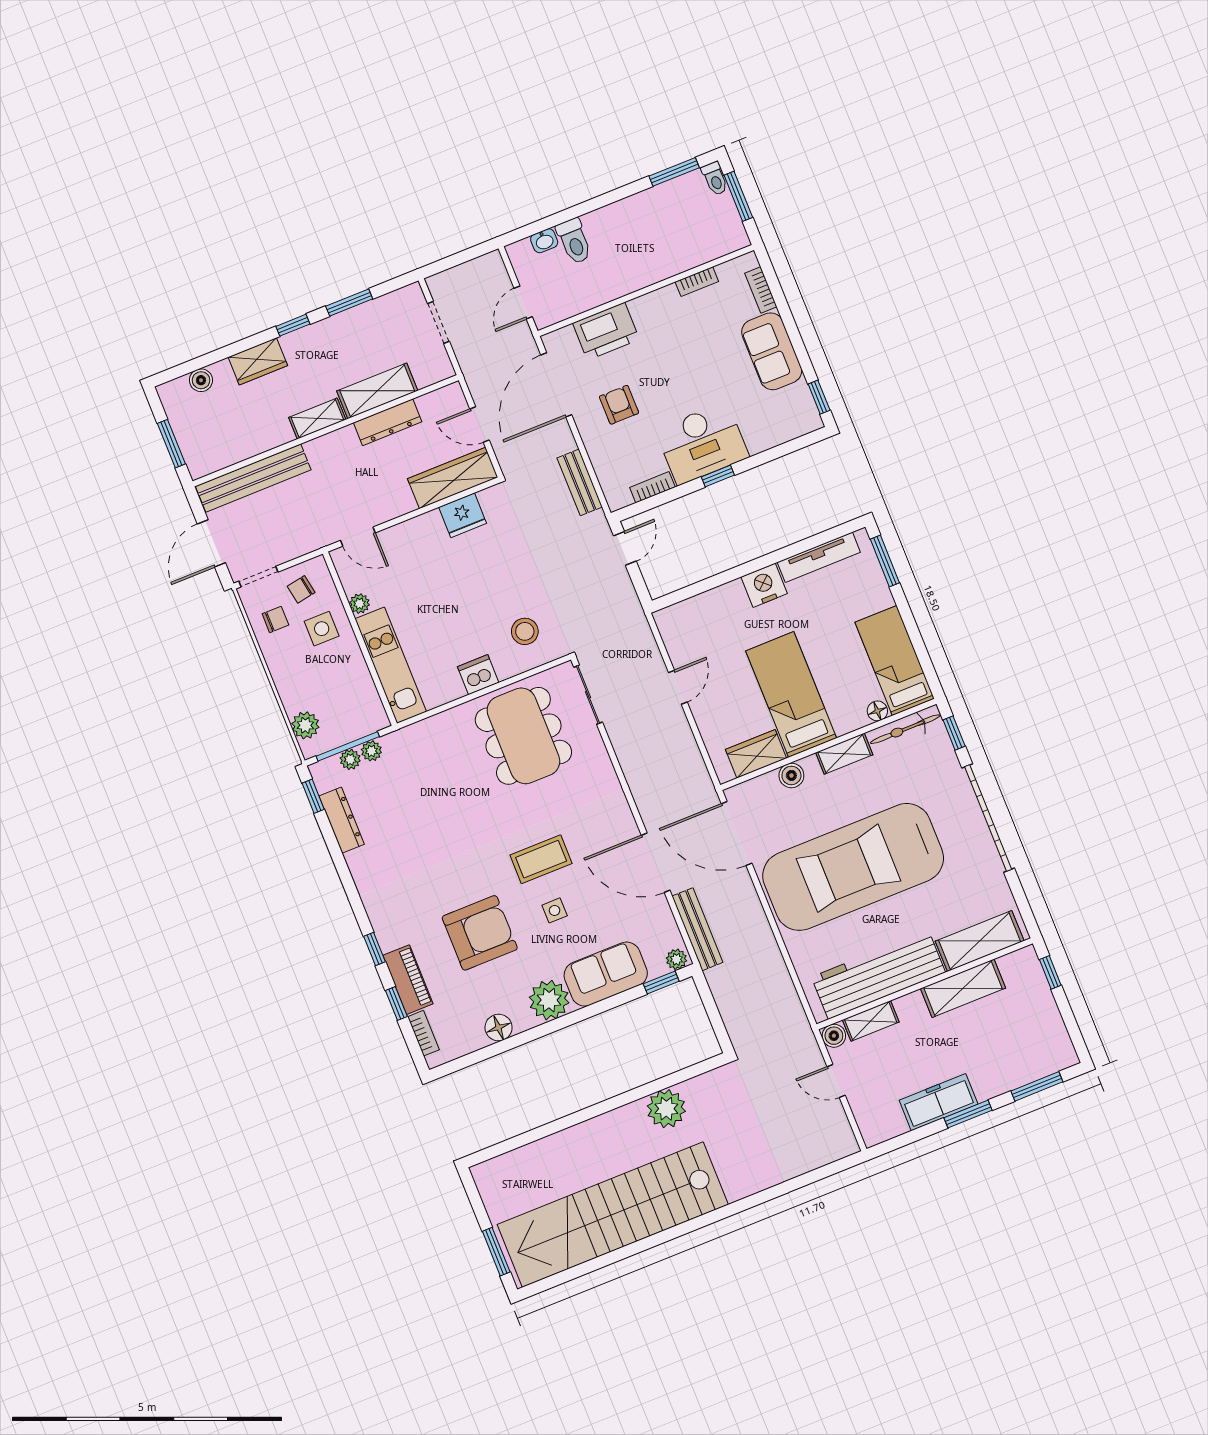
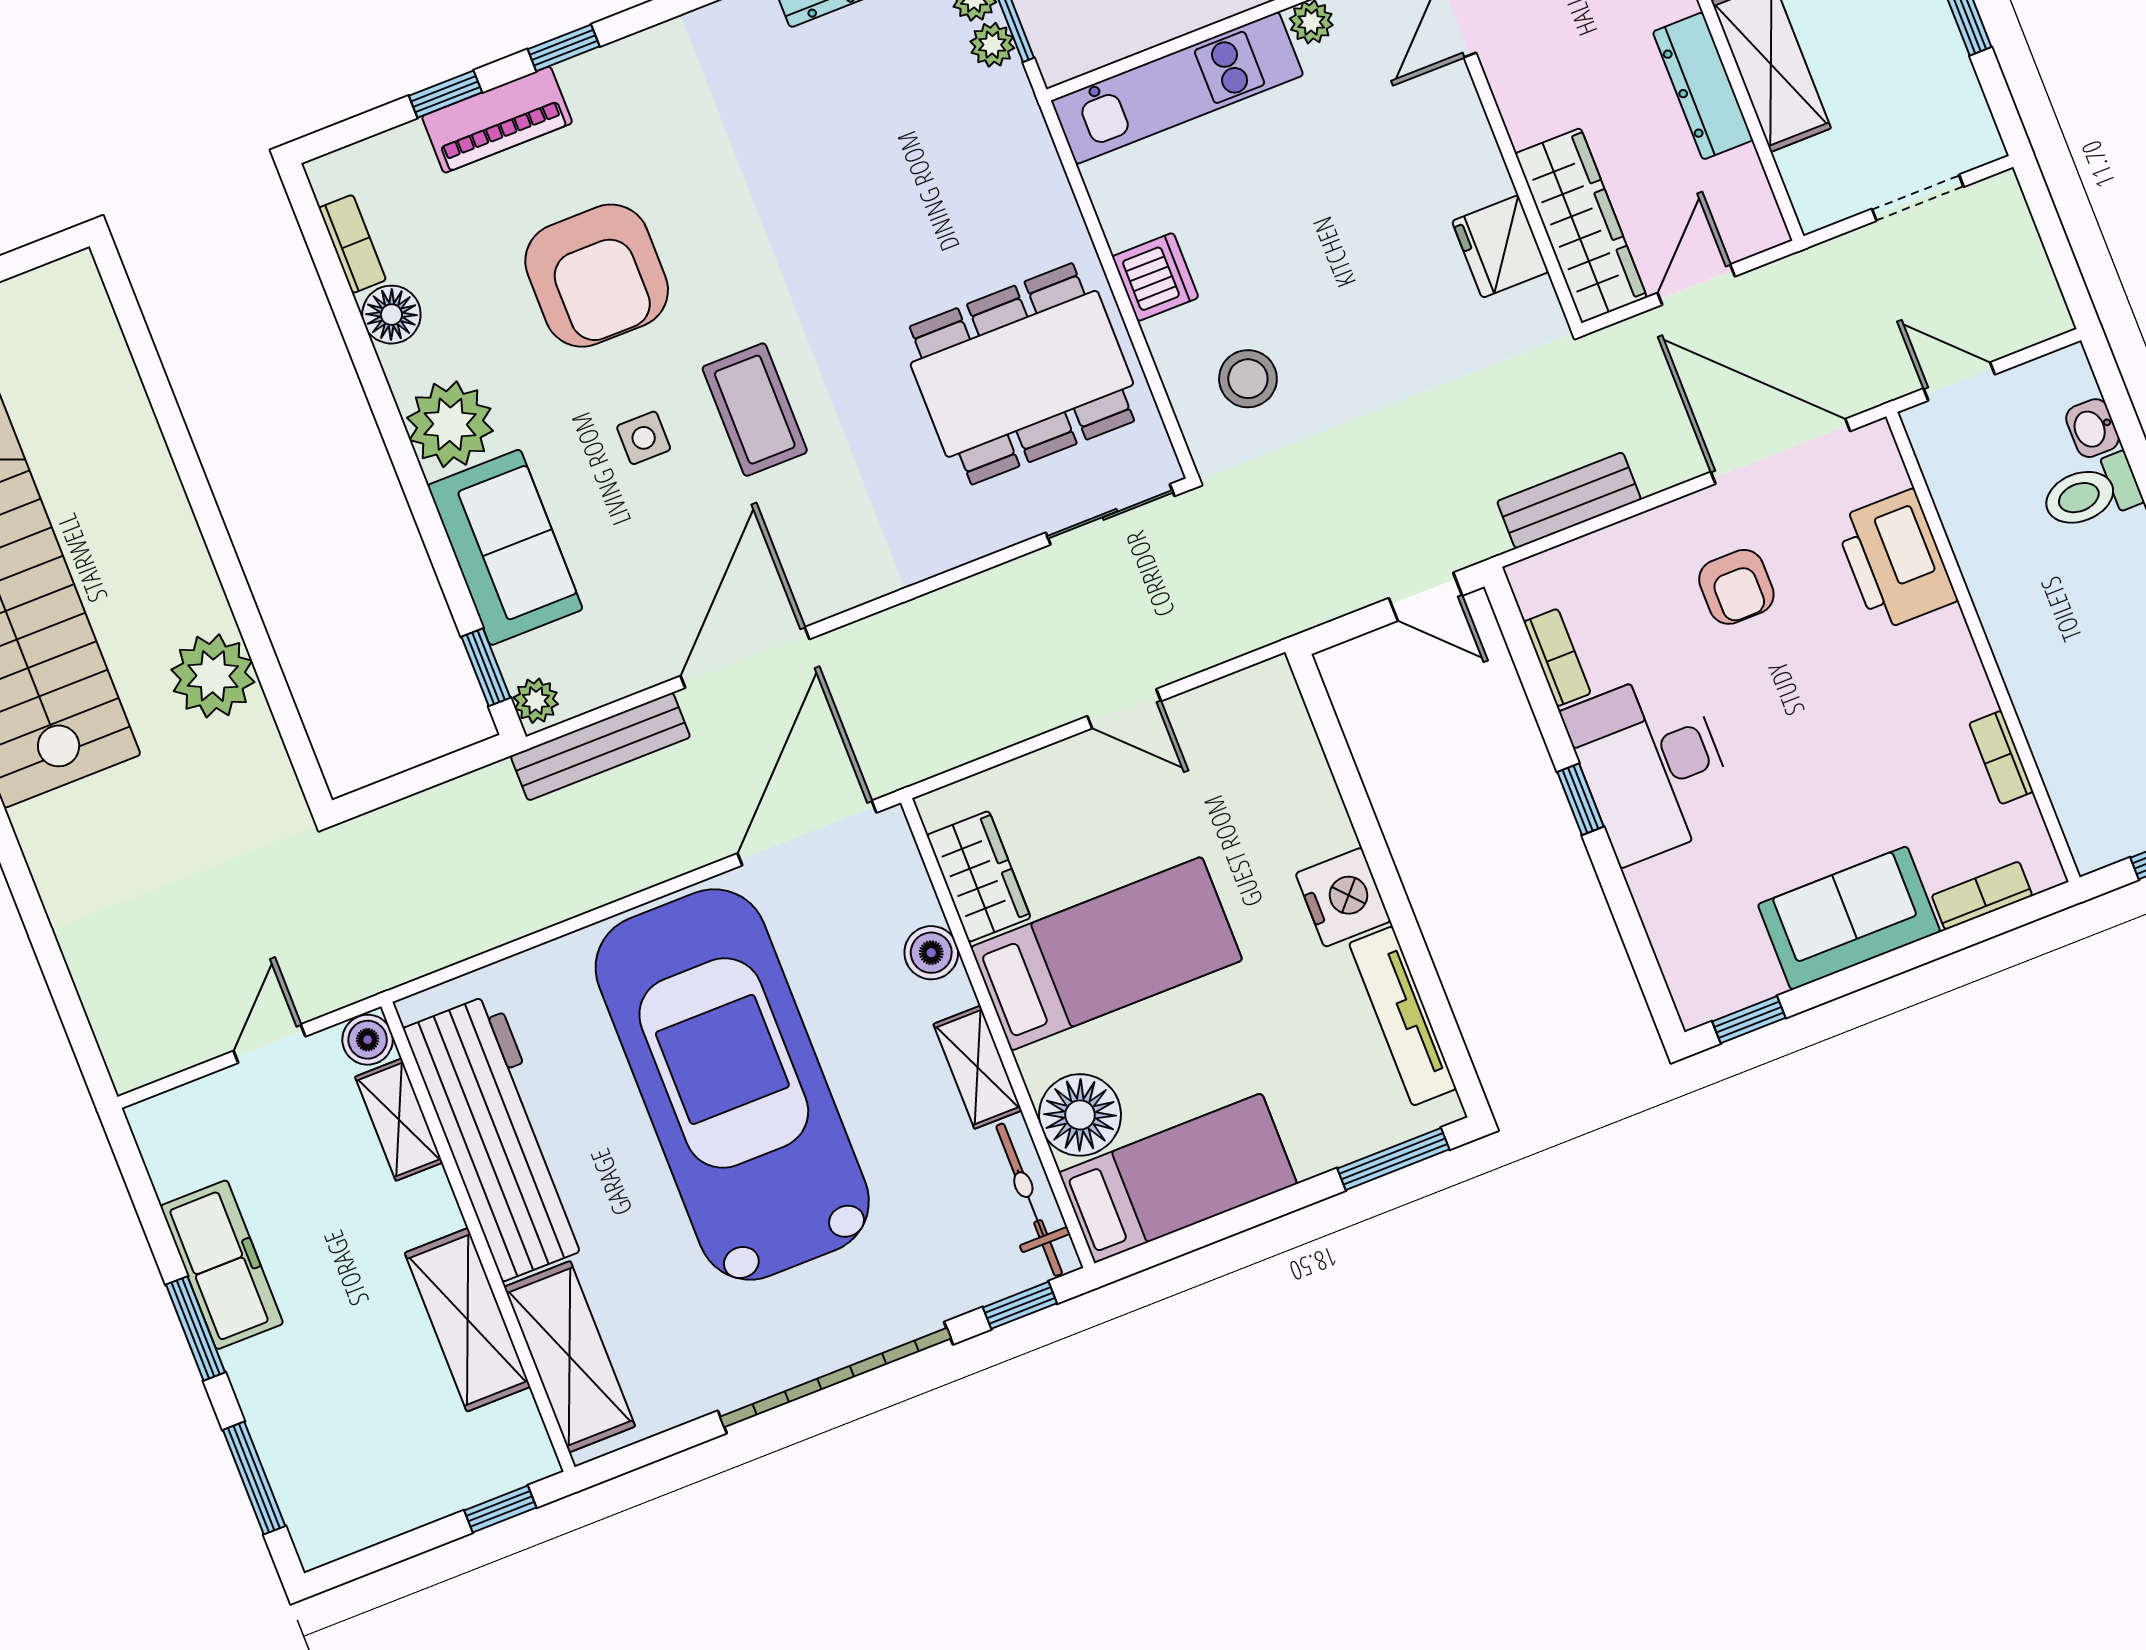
armchair: (619, 405) -> (1736, 587), turned 90
floor lamp: (877, 711) -> (1080, 1115), width x1.89, depth x1.89
bookcase: (423, 1033) -> (352, 244), moved, turned -90

